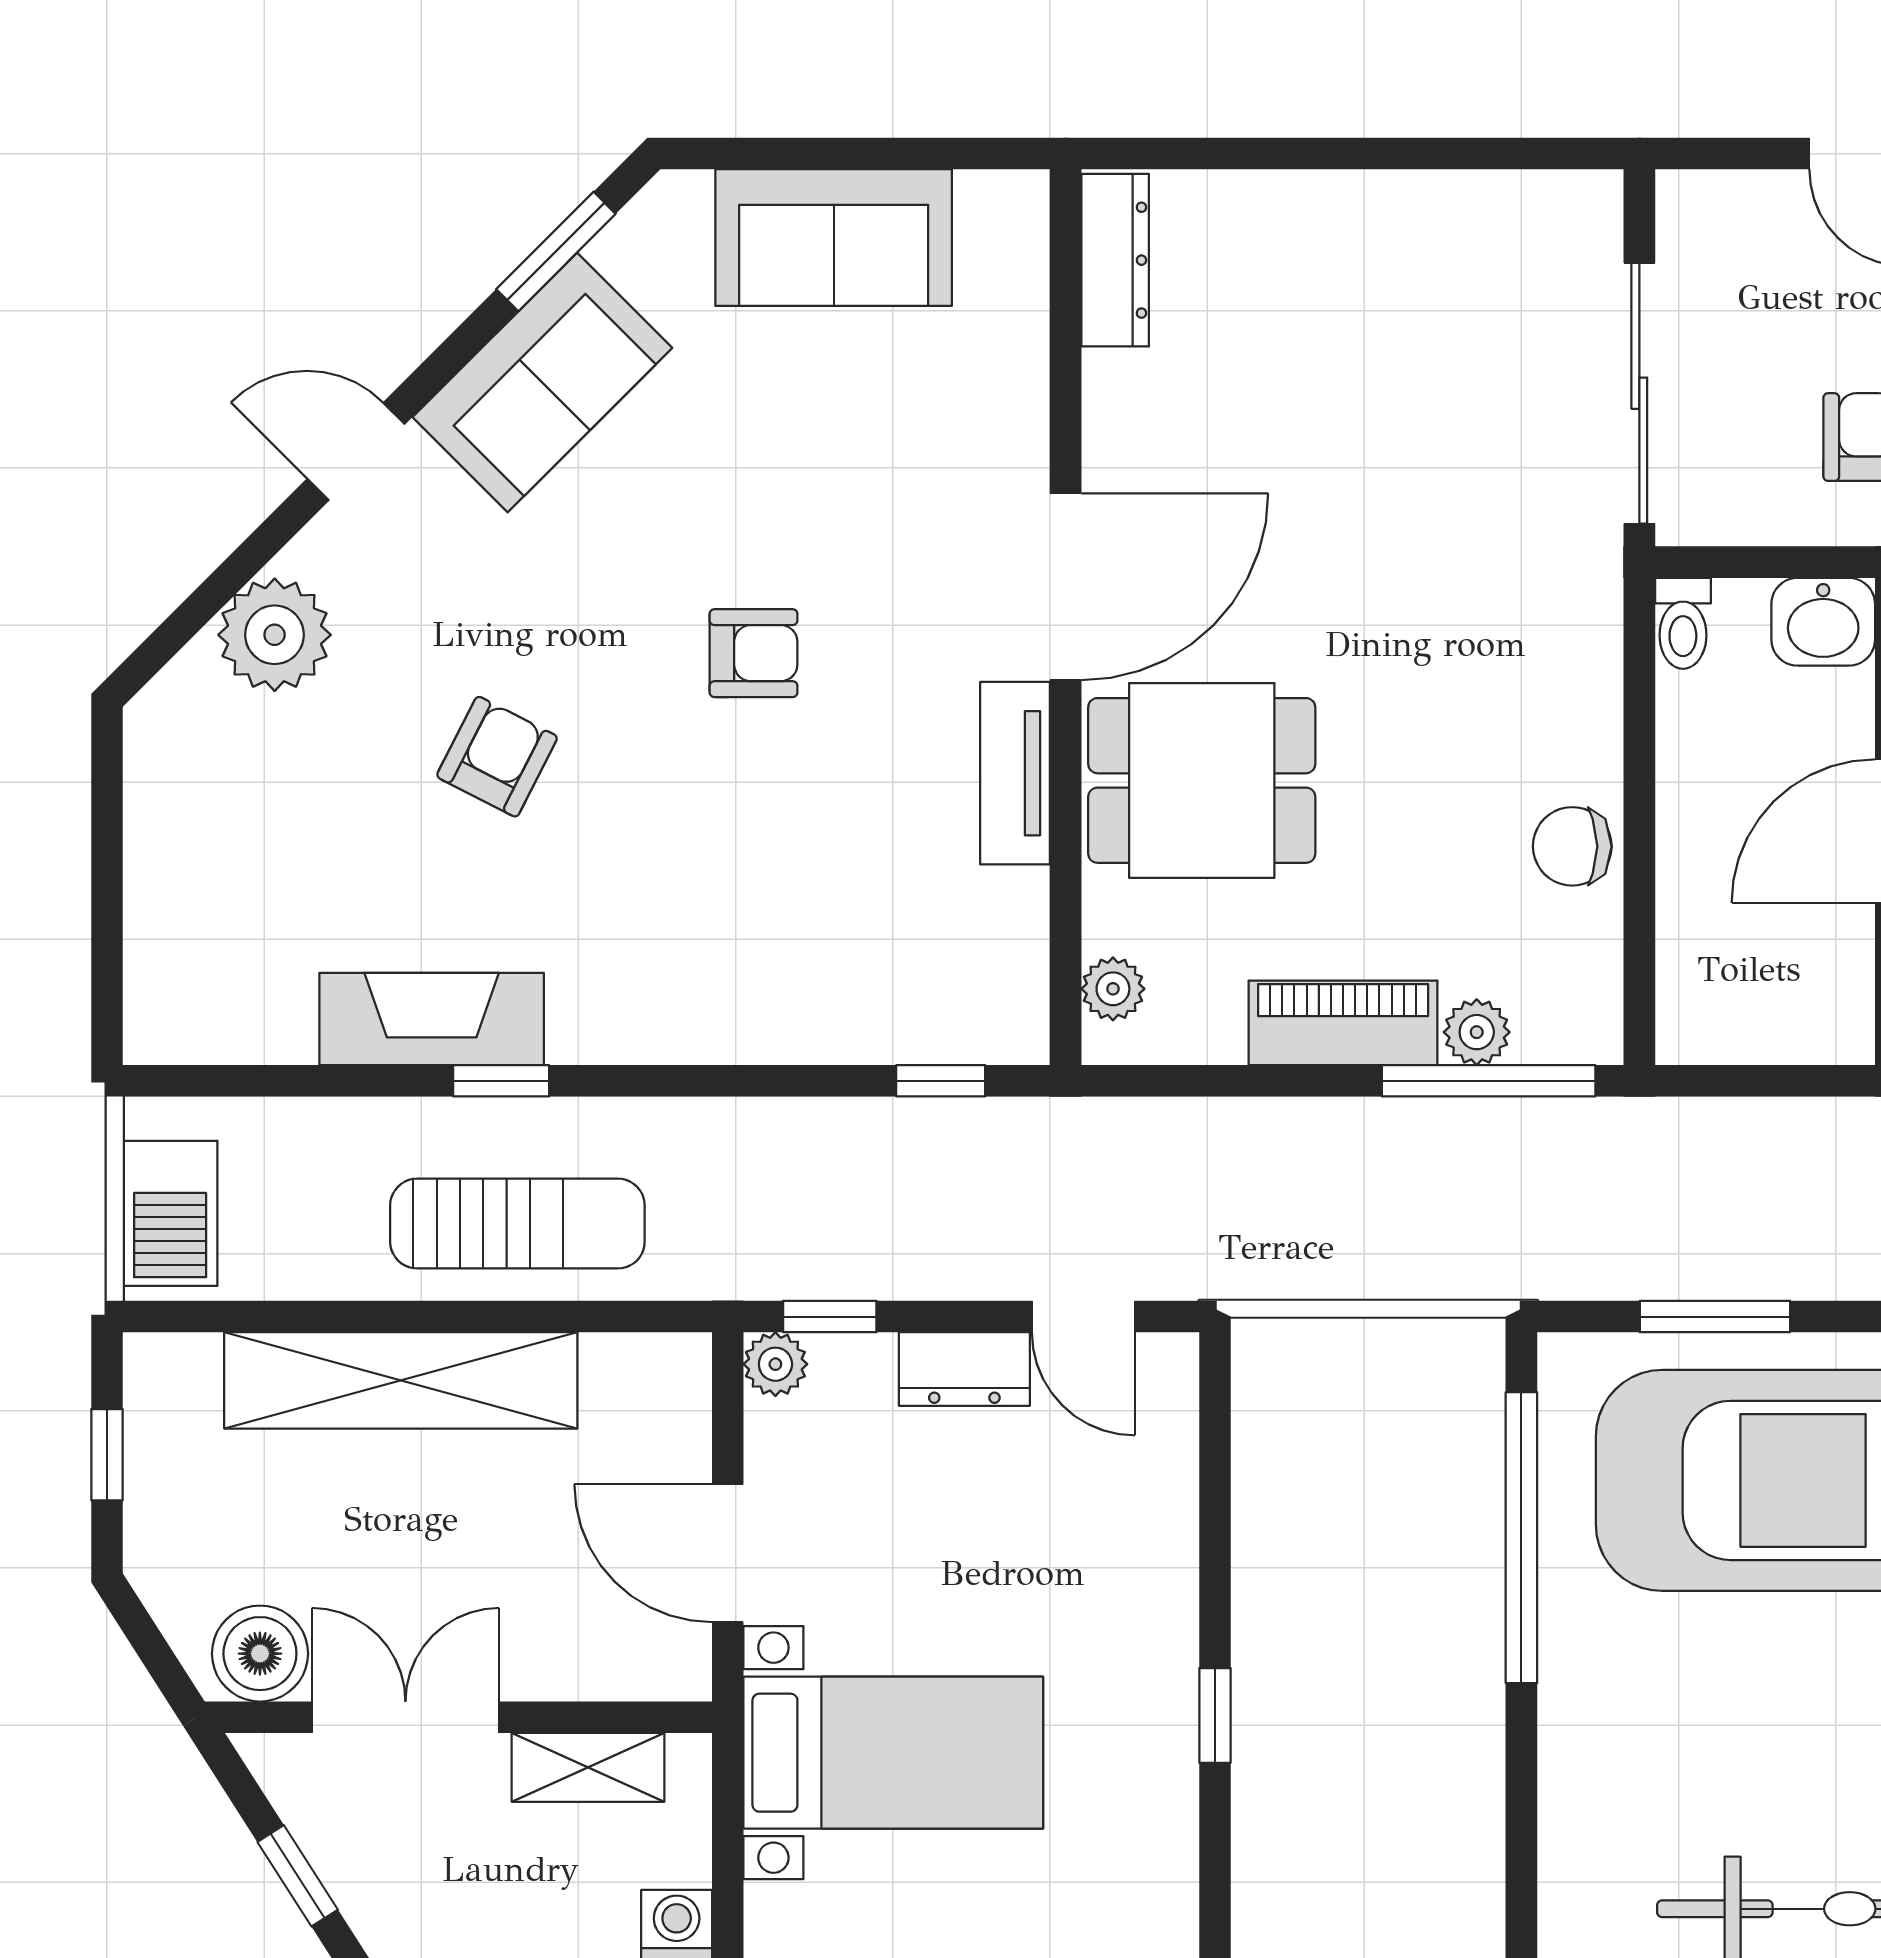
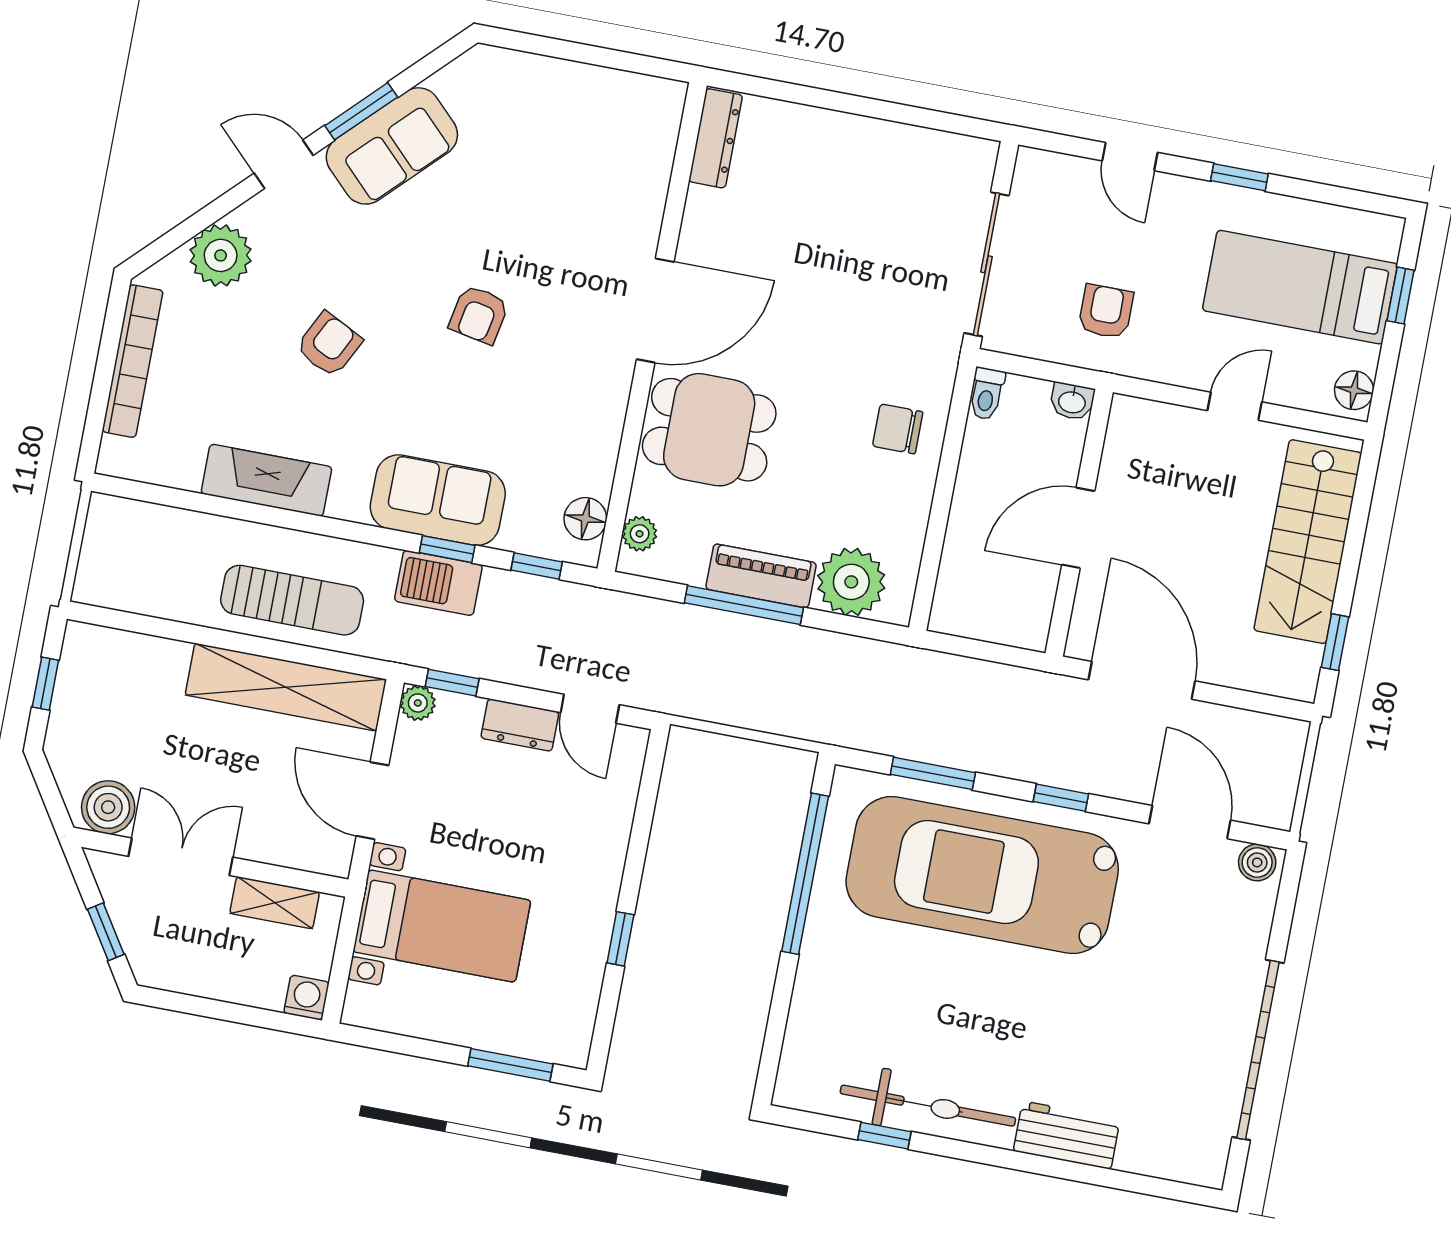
sofa: (834, 238) -> (438, 500), moved, turned 180
window: (556, 251) -> (361, 111), moved
washbasin: (1823, 622) -> (1072, 401), width x0.72, depth x0.69
armchair: (754, 653) -> (479, 315), turned 101
tv unit: (1015, 773) -> (609, 407), removed
chair: (1572, 846) -> (898, 429), moved
bookcase: (154, 852) -> (133, 361), added
floor lamp: (1012, 980) -> (585, 519), added
plant: (1477, 1032) -> (851, 582), width x1.87, depth x1.87
window: (501, 1081) -> (447, 549), moved
window: (1489, 1081) -> (744, 605), moved
barbecue: (170, 1213) -> (438, 583), moved, turned 90
shelving: (401, 1380) -> (286, 687), moved

